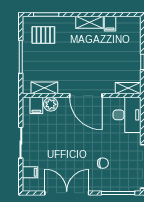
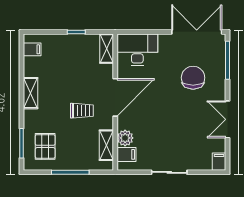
filing cabinet: (110, 24) -> (32, 49), moved
trolley: (74, 67) -> (82, 111), added
chair: (103, 163) -> (193, 78), width x1.87, depth x1.87
filing cabinet: (30, 172) -> (219, 162), moved
double door: (67, 193) -> (227, 119), width x0.73

